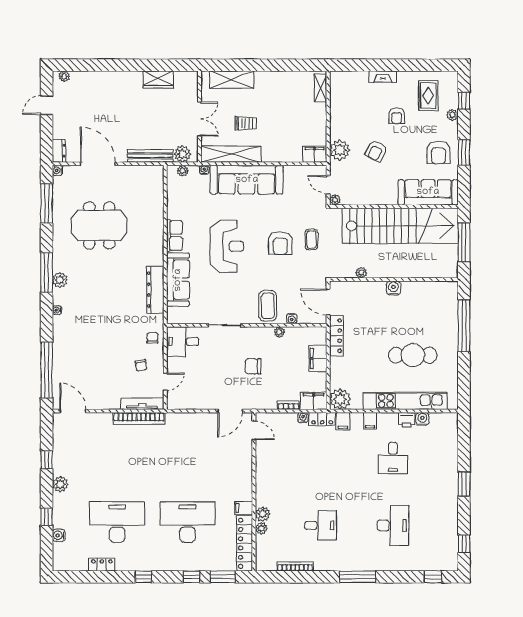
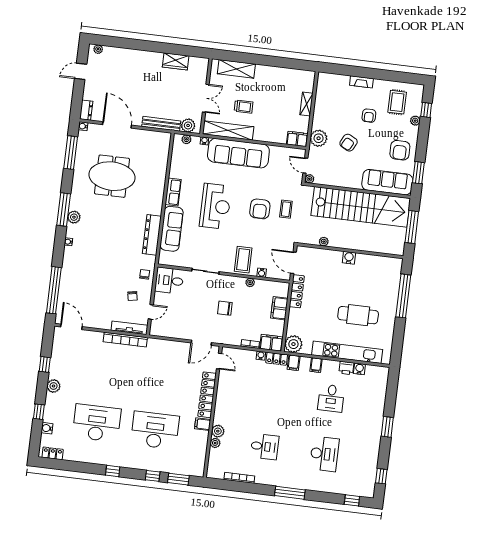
shelving: (320, 88) -> (306, 104), moved
window: (464, 152) -> (418, 173), moved
locker: (245, 543) -> (207, 395), moved
locker: (102, 565) -> (53, 453), moved

